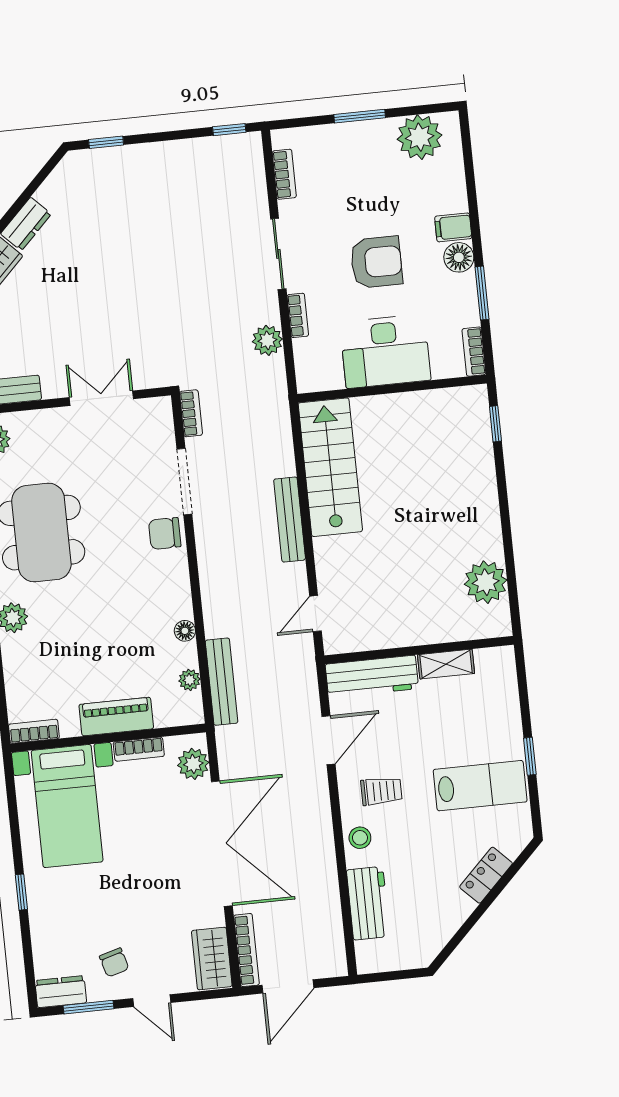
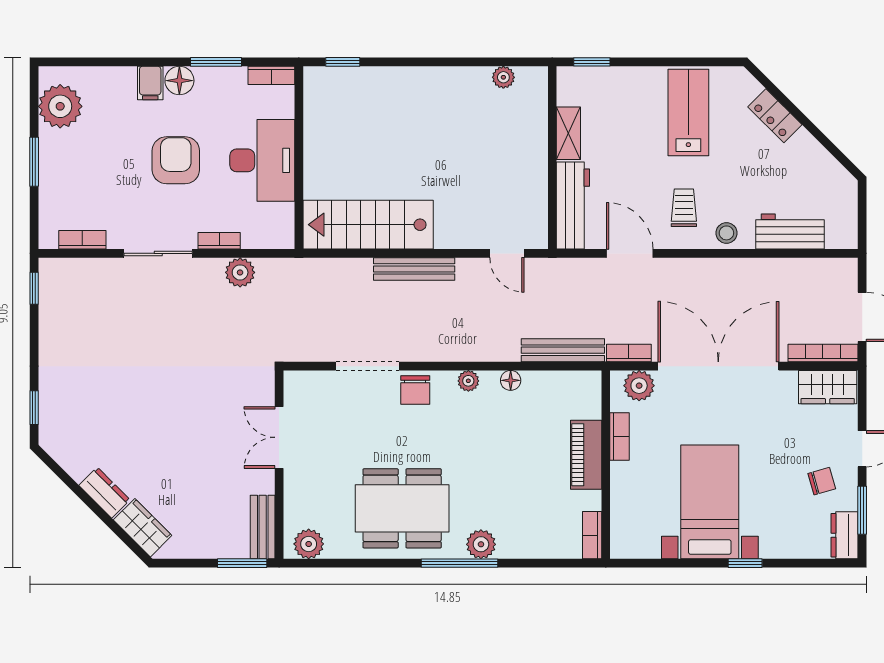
bookcase: (191, 413) -> (629, 353), moved
plant: (486, 582) -> (503, 77), width x0.53, depth x0.53
plant: (190, 680) -> (468, 381), moved
window: (530, 756) -> (592, 62), moved
bed with nightstands: (67, 806) -> (710, 502), moved, turned -90

